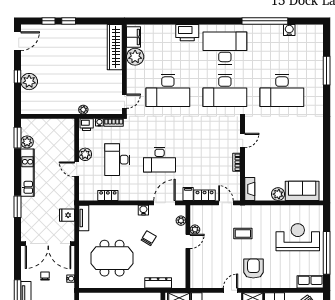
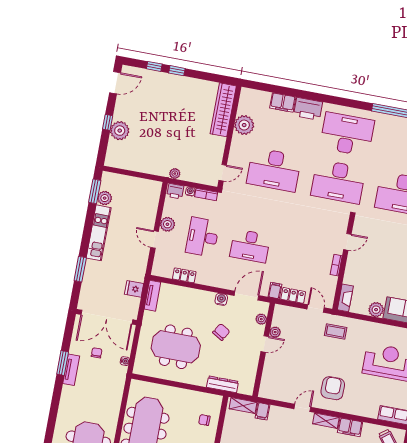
filing cabinet: (133, 37) -> (283, 102), moved, turned 90
coffee table: (243, 234) -> (336, 331), moved

